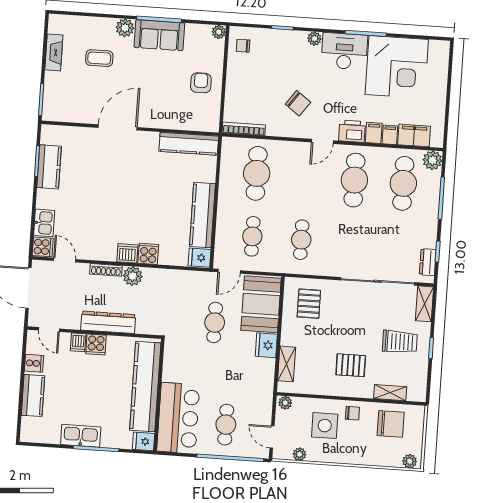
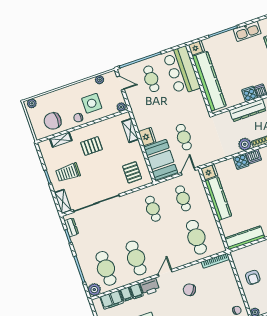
kitchen sink: (81, 436) -> (247, 31), moved

